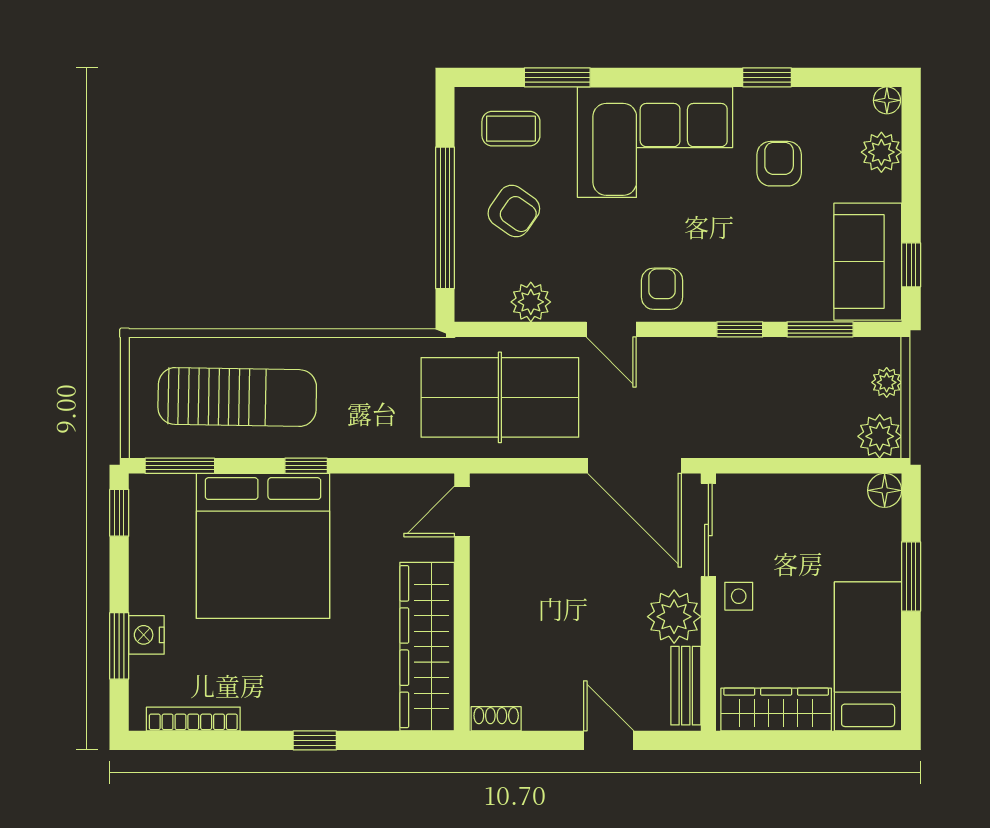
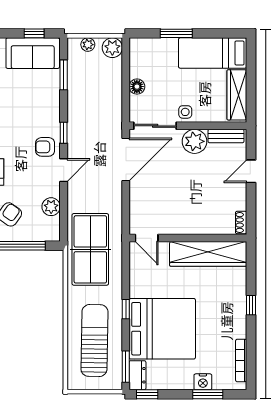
window: (740, 329) -> (64, 133), moved
table tennis table: (500, 397) -> (90, 249), moved
floor lamp: (885, 490) -> (137, 87), moved
dresser: (161, 491) -> (137, 375), added

